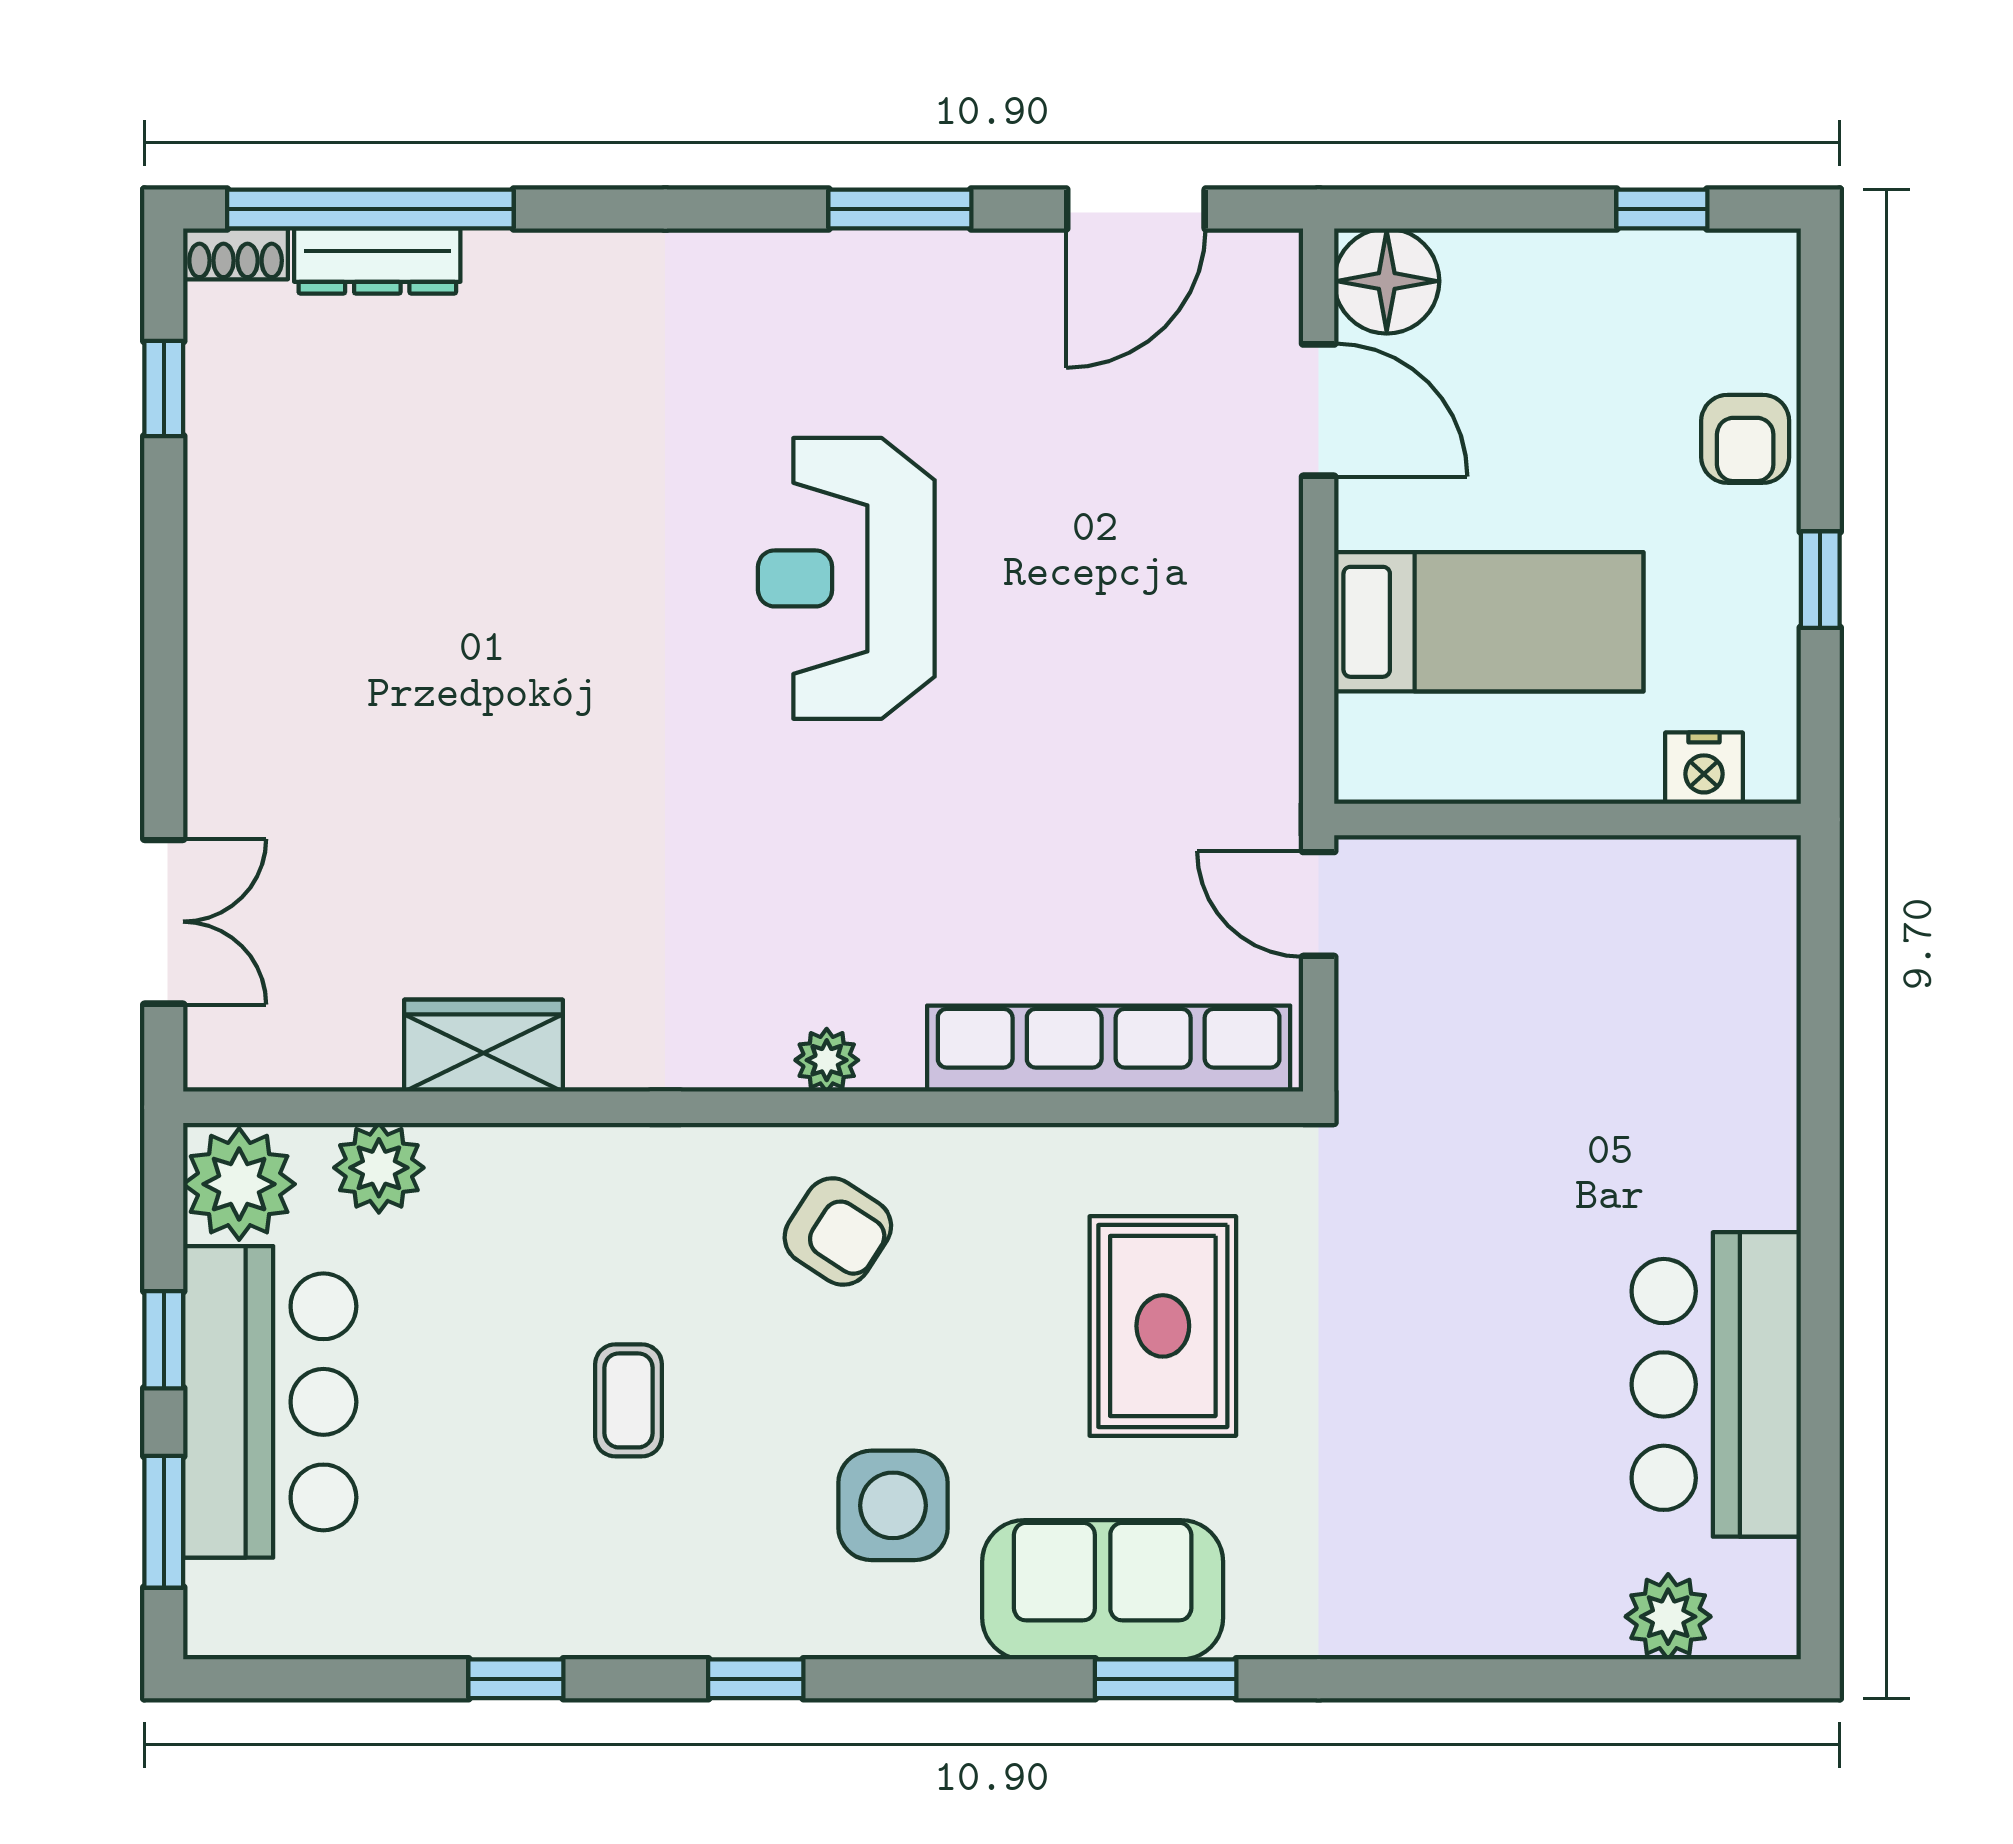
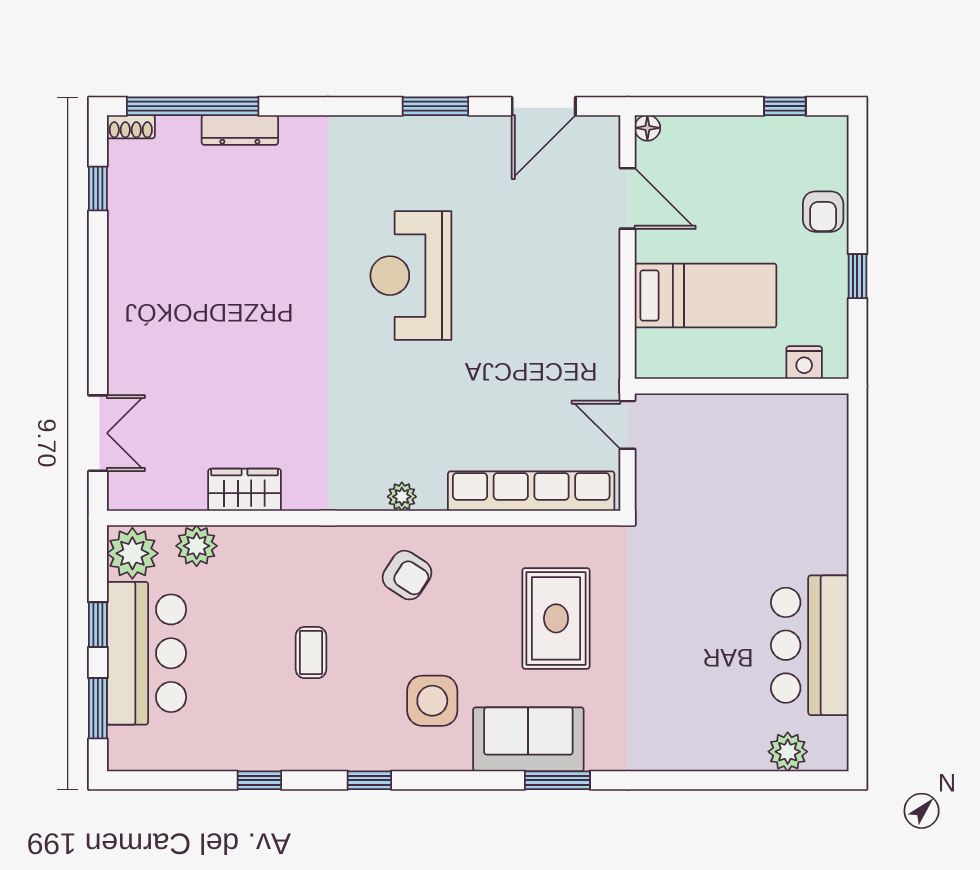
dresser: (377, 261) -> (240, 130), moved
floor lamp: (1387, 281) -> (647, 128), width x0.53, depth x0.53

